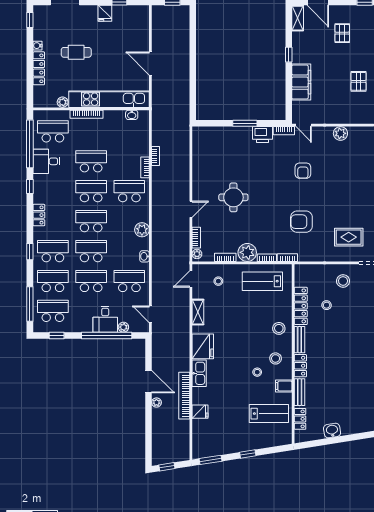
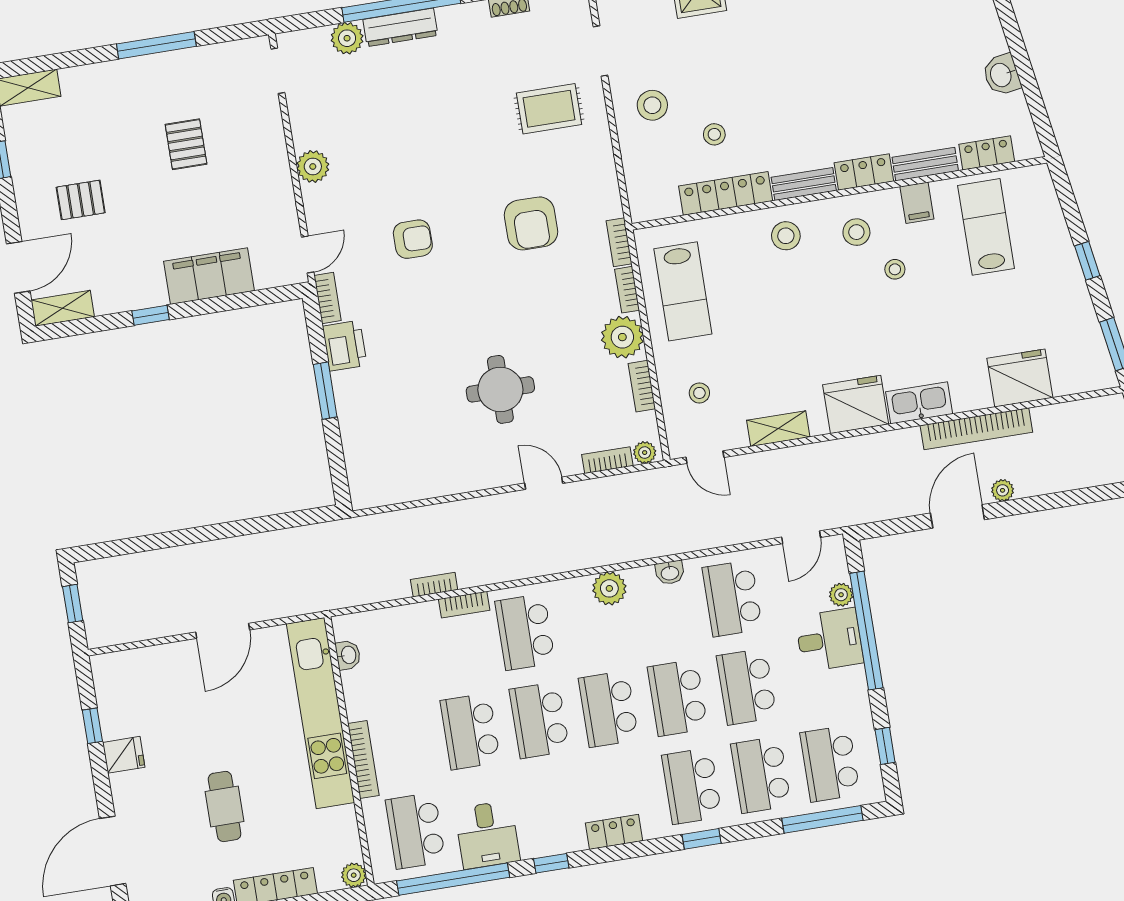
pallet: (358, 81) -> (186, 144), turned 90
plant: (63, 102) -> (354, 875), moved
rug: (349, 237) -> (549, 109), turned 90
fridge: (200, 412) -> (1020, 378), width x1.88, depth x1.34

